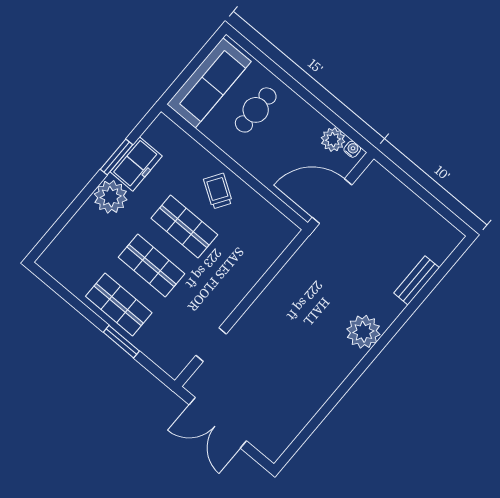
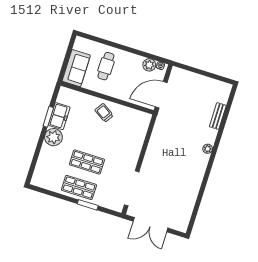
sofa: (209, 83) -> (76, 68), width x0.73
shop shelf: (184, 226) -> (95, 137), removed
plant: (363, 332) -> (208, 149), width x0.53, depth x0.53
doorway: (211, 345) -> (132, 188), width x1.88

